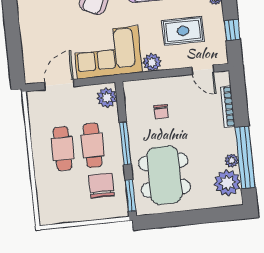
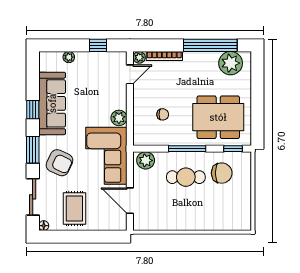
rug: (183, 31) -> (74, 209), moved
cafe table: (63, 149) -> (186, 204), removed
plant: (232, 161) -> (139, 57), moved
chair: (101, 186) -> (222, 173), turned 180
window: (131, 196) -> (233, 149), width x0.67

